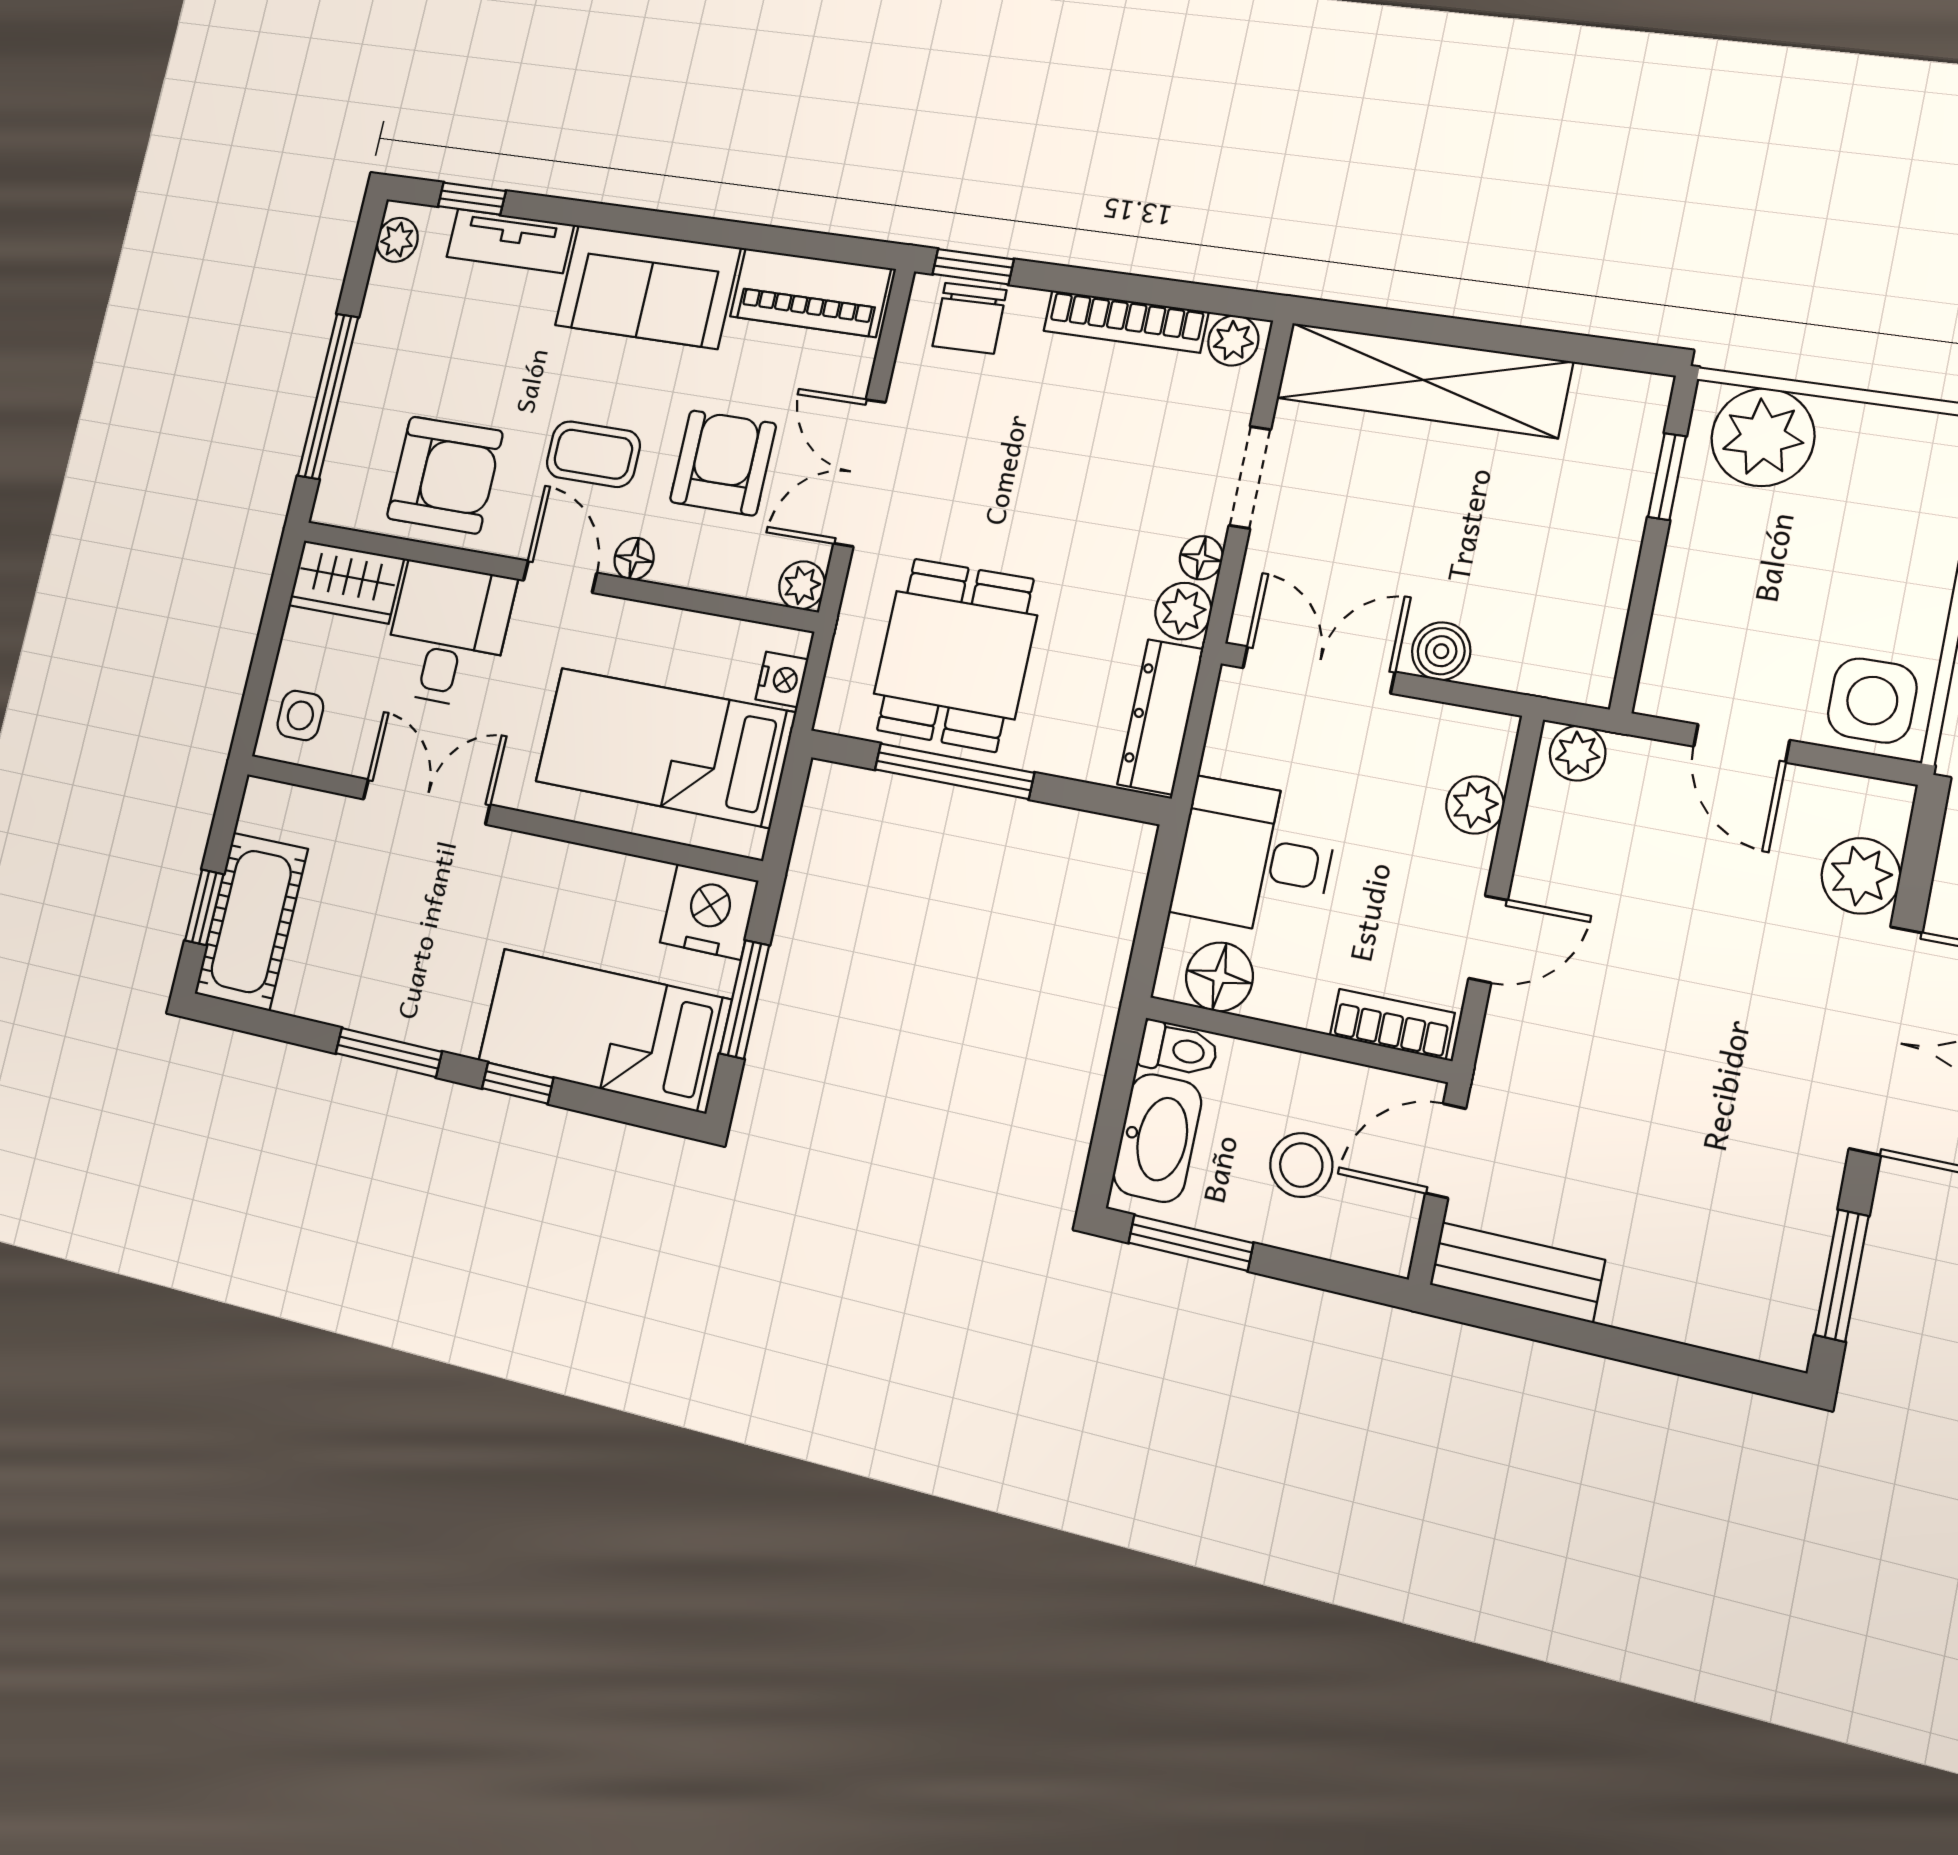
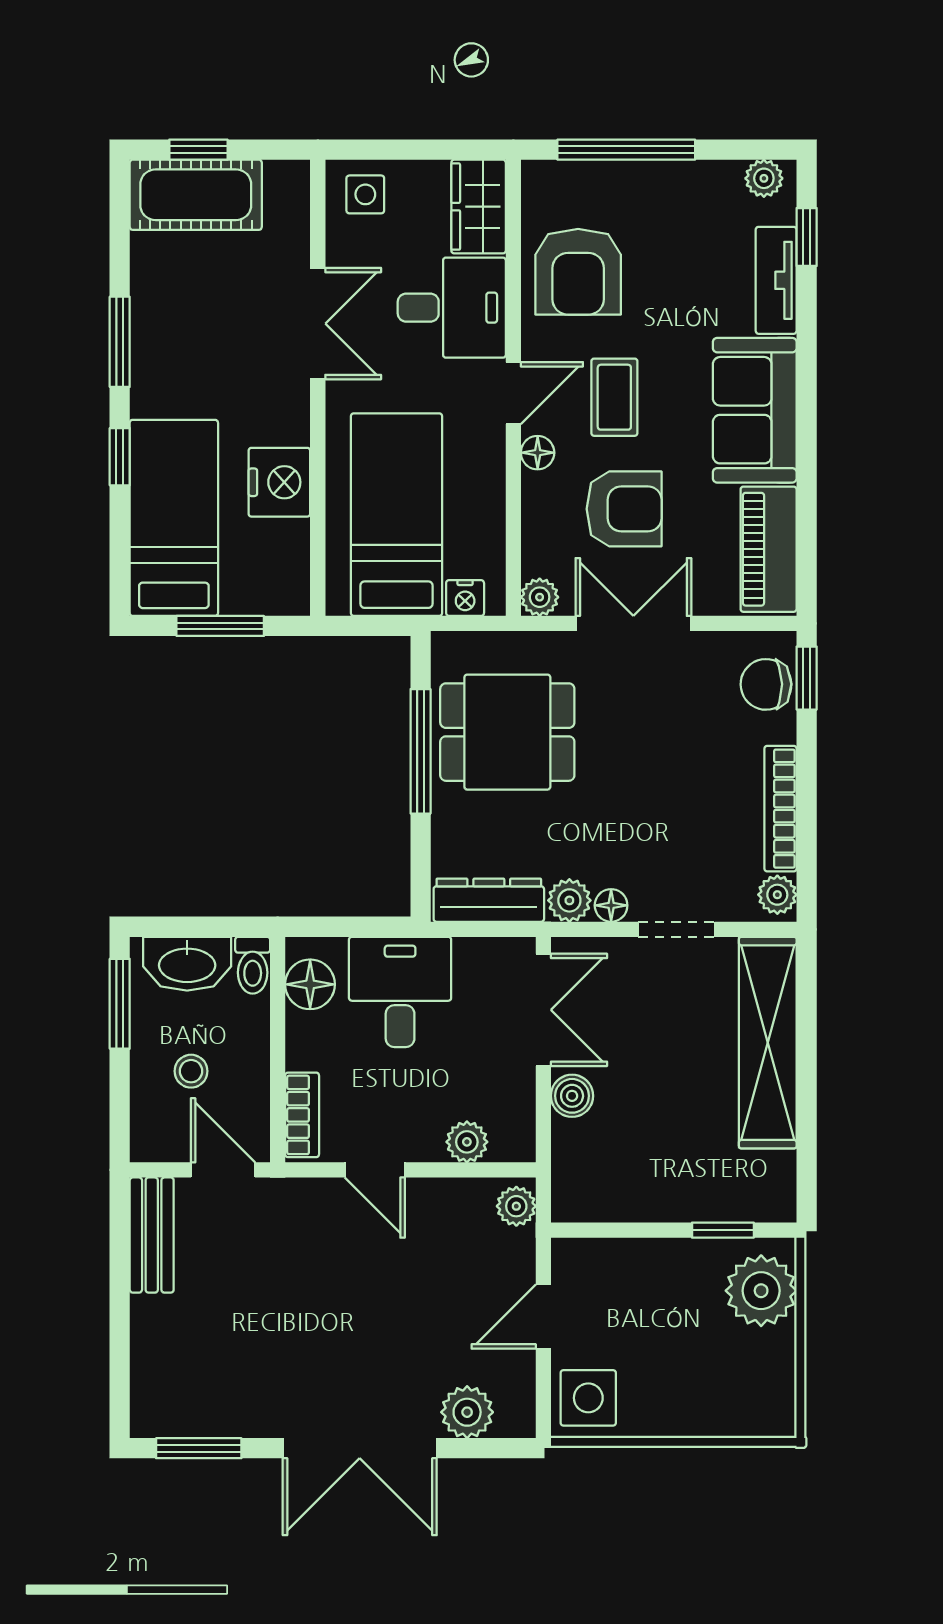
nightstand: (709, 912) -> (279, 482), moved
stool: (1301, 1165) -> (191, 1071), width x0.73, depth x0.73

